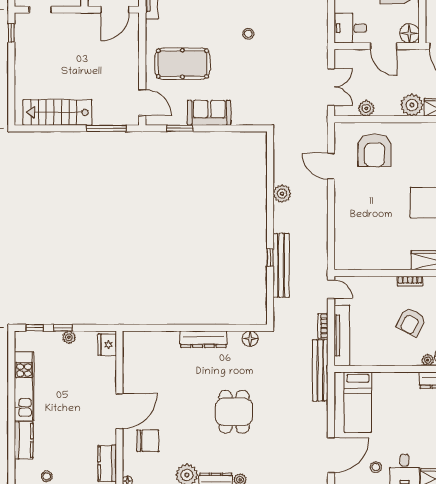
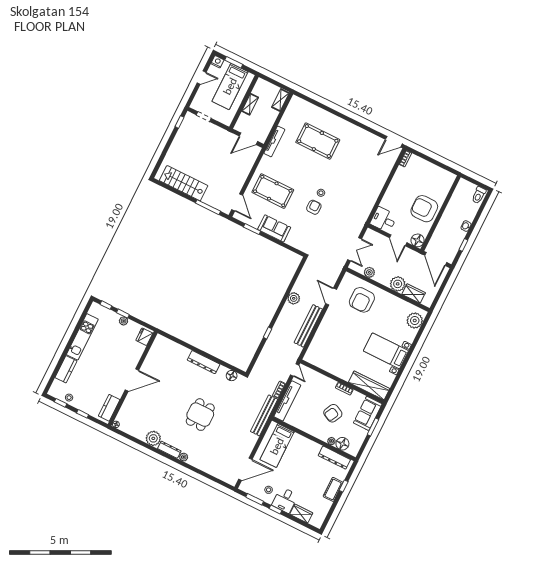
armchair: (248, 58) -> (314, 207), added
bench: (281, 265) -> (308, 326), moved
chair: (148, 441) -> (140, 406), removed

